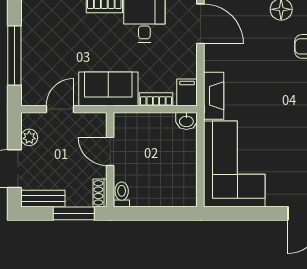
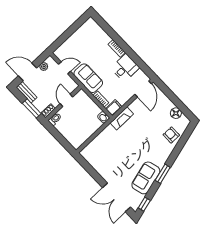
window: (14, 56) -> (68, 33), removed
corner sofa: (234, 164) -> (104, 149), removed

